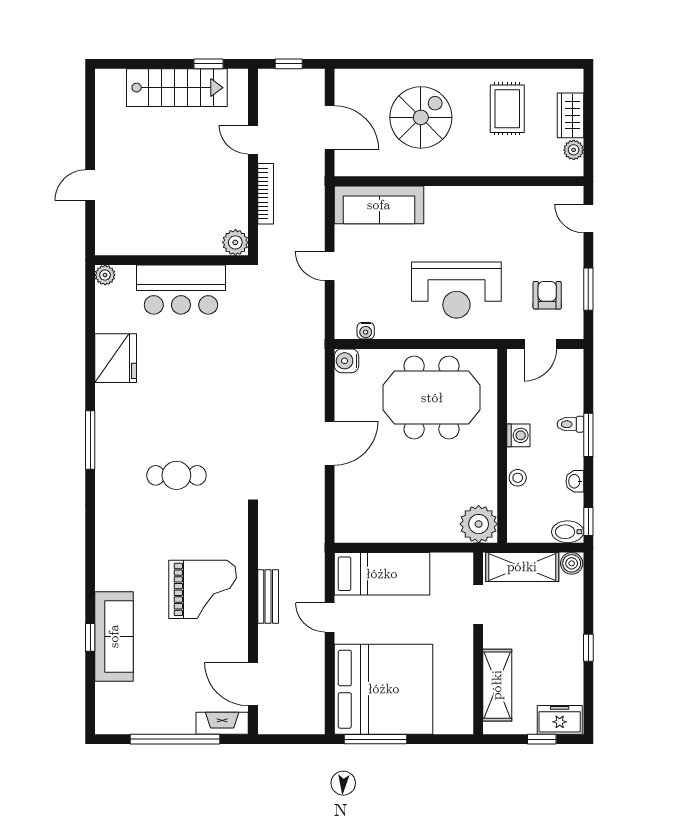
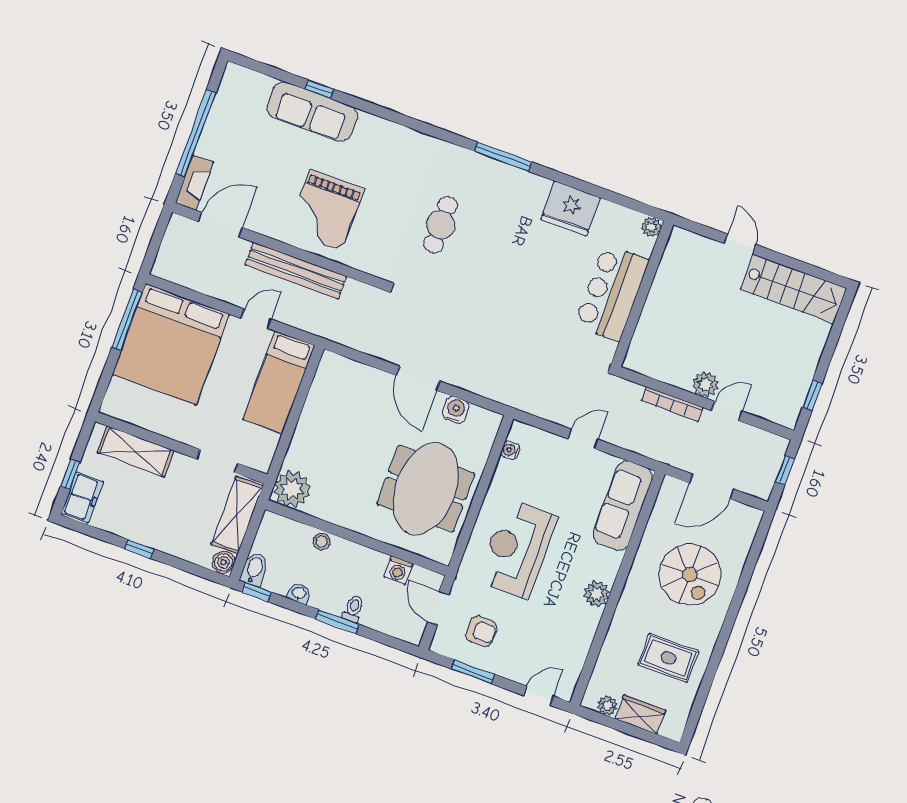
stairs: (177, 88) -> (794, 289), moved, turned -90
plant: (471, 199) -> (597, 594), added
plant: (235, 242) -> (705, 384), moved
water cooler: (346, 361) -> (456, 410), moved
washing machine: (518, 435) -> (398, 570), moved
bench: (268, 597) -> (296, 271), width x1.86, depth x1.21

